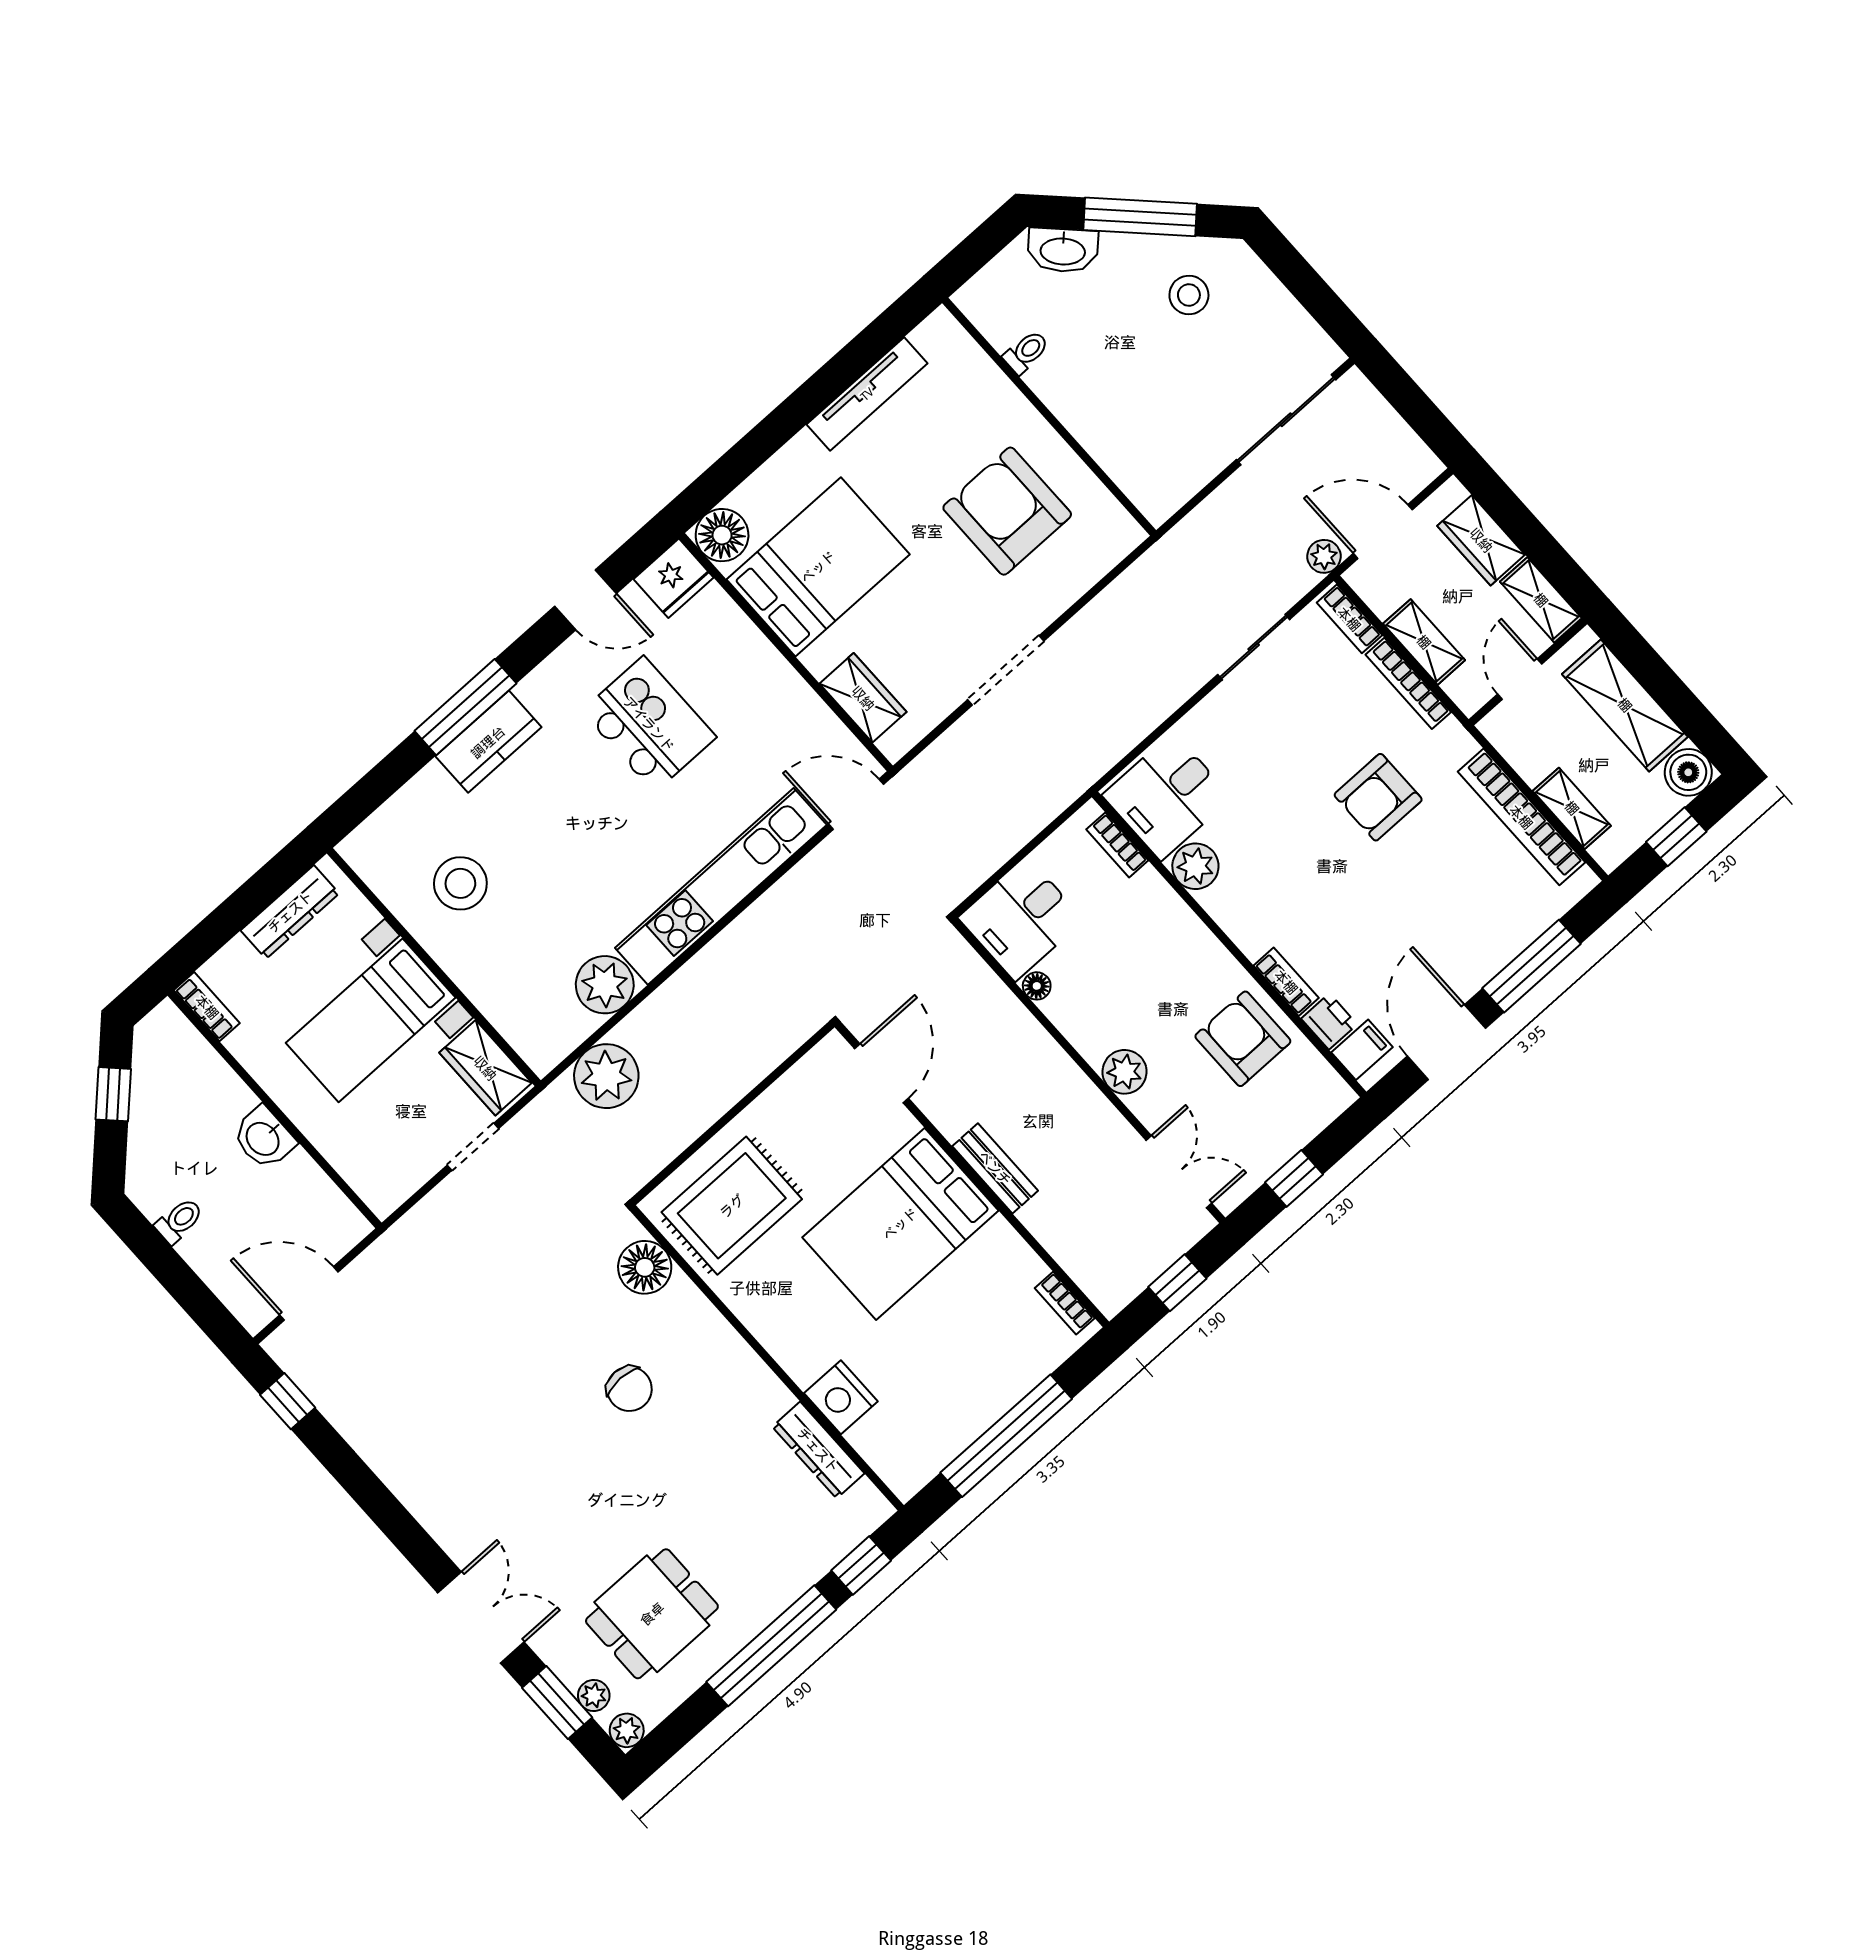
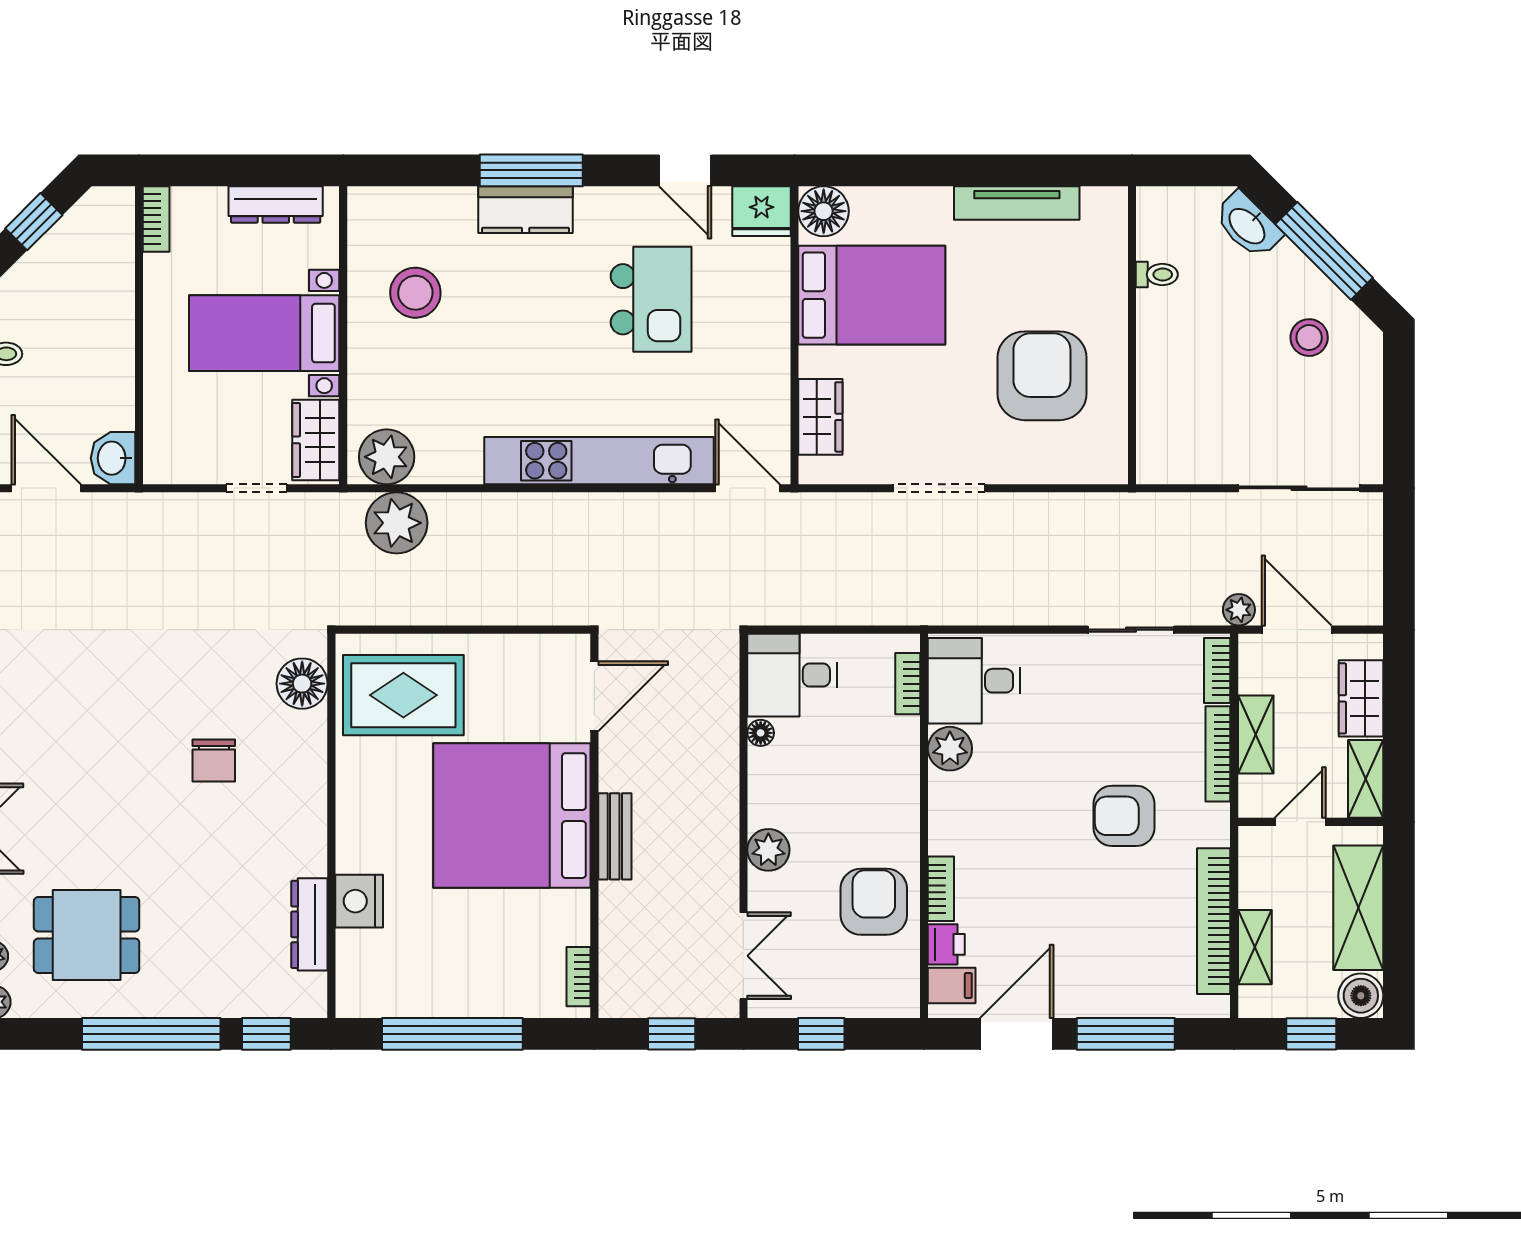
plant: (605, 985) -> (387, 457), moved
washbasin: (264, 1138) -> (113, 458), moved
bed: (900, 1224) -> (512, 816), width x1.36

